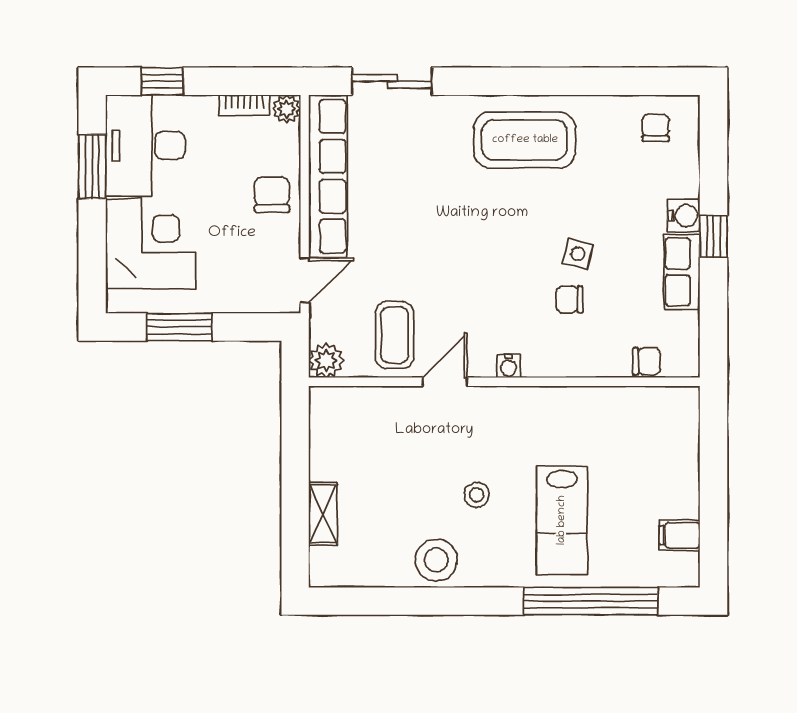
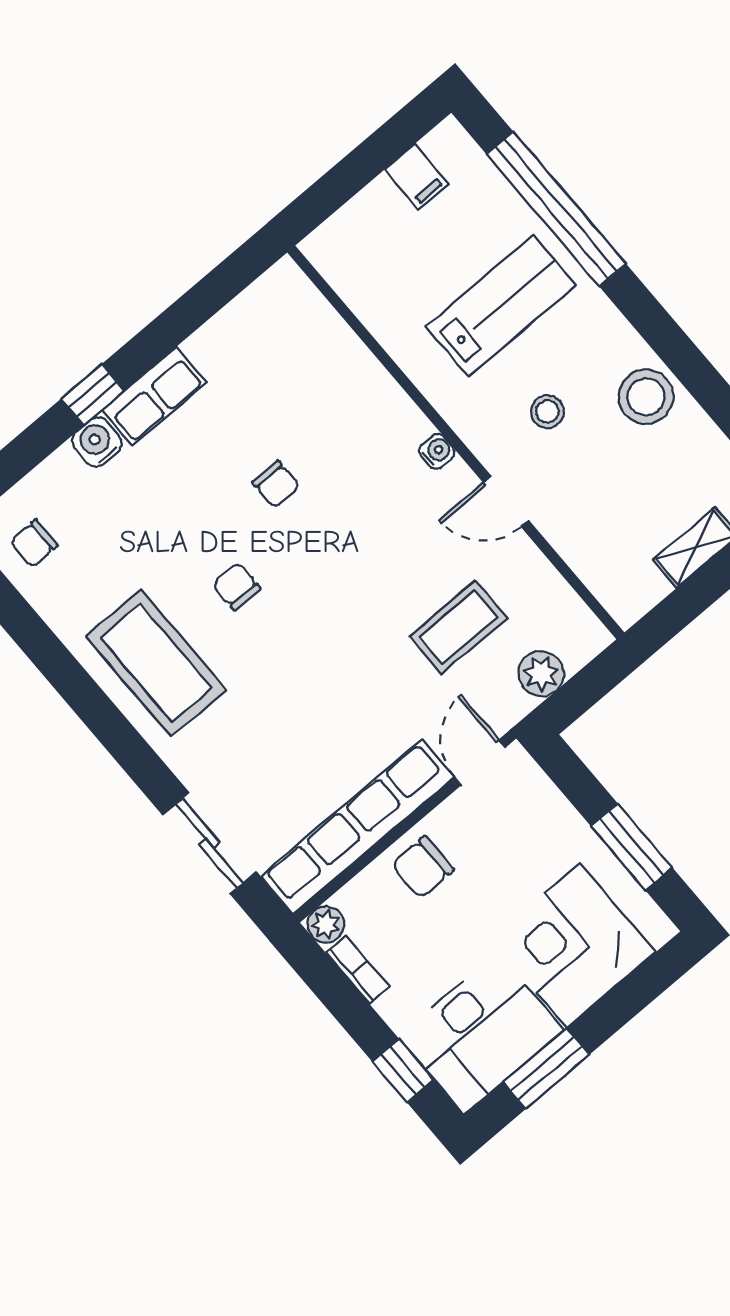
side table: (578, 254) -> (224, 514), removed
door: (305, 280) -> (480, 762), hinge flipped
chair: (647, 361) -> (236, 586), moved
water cooler: (509, 366) -> (437, 451), moved
door: (445, 382) -> (506, 501), moved
wall: (504, 382) -> (456, 442), moved

